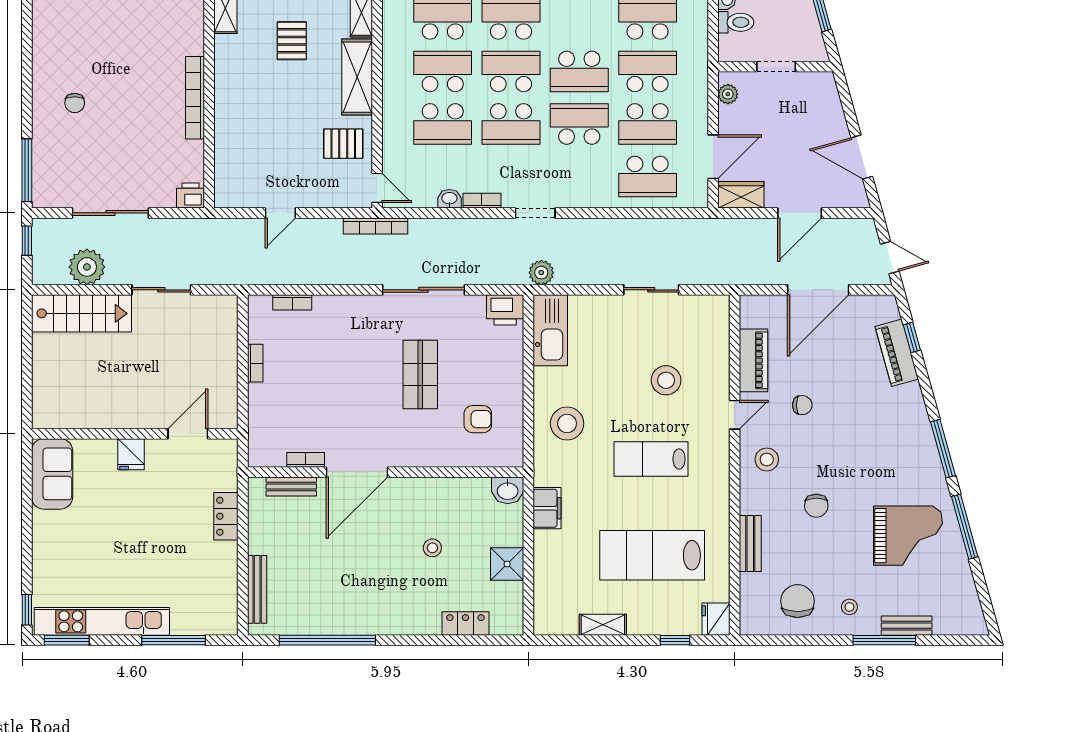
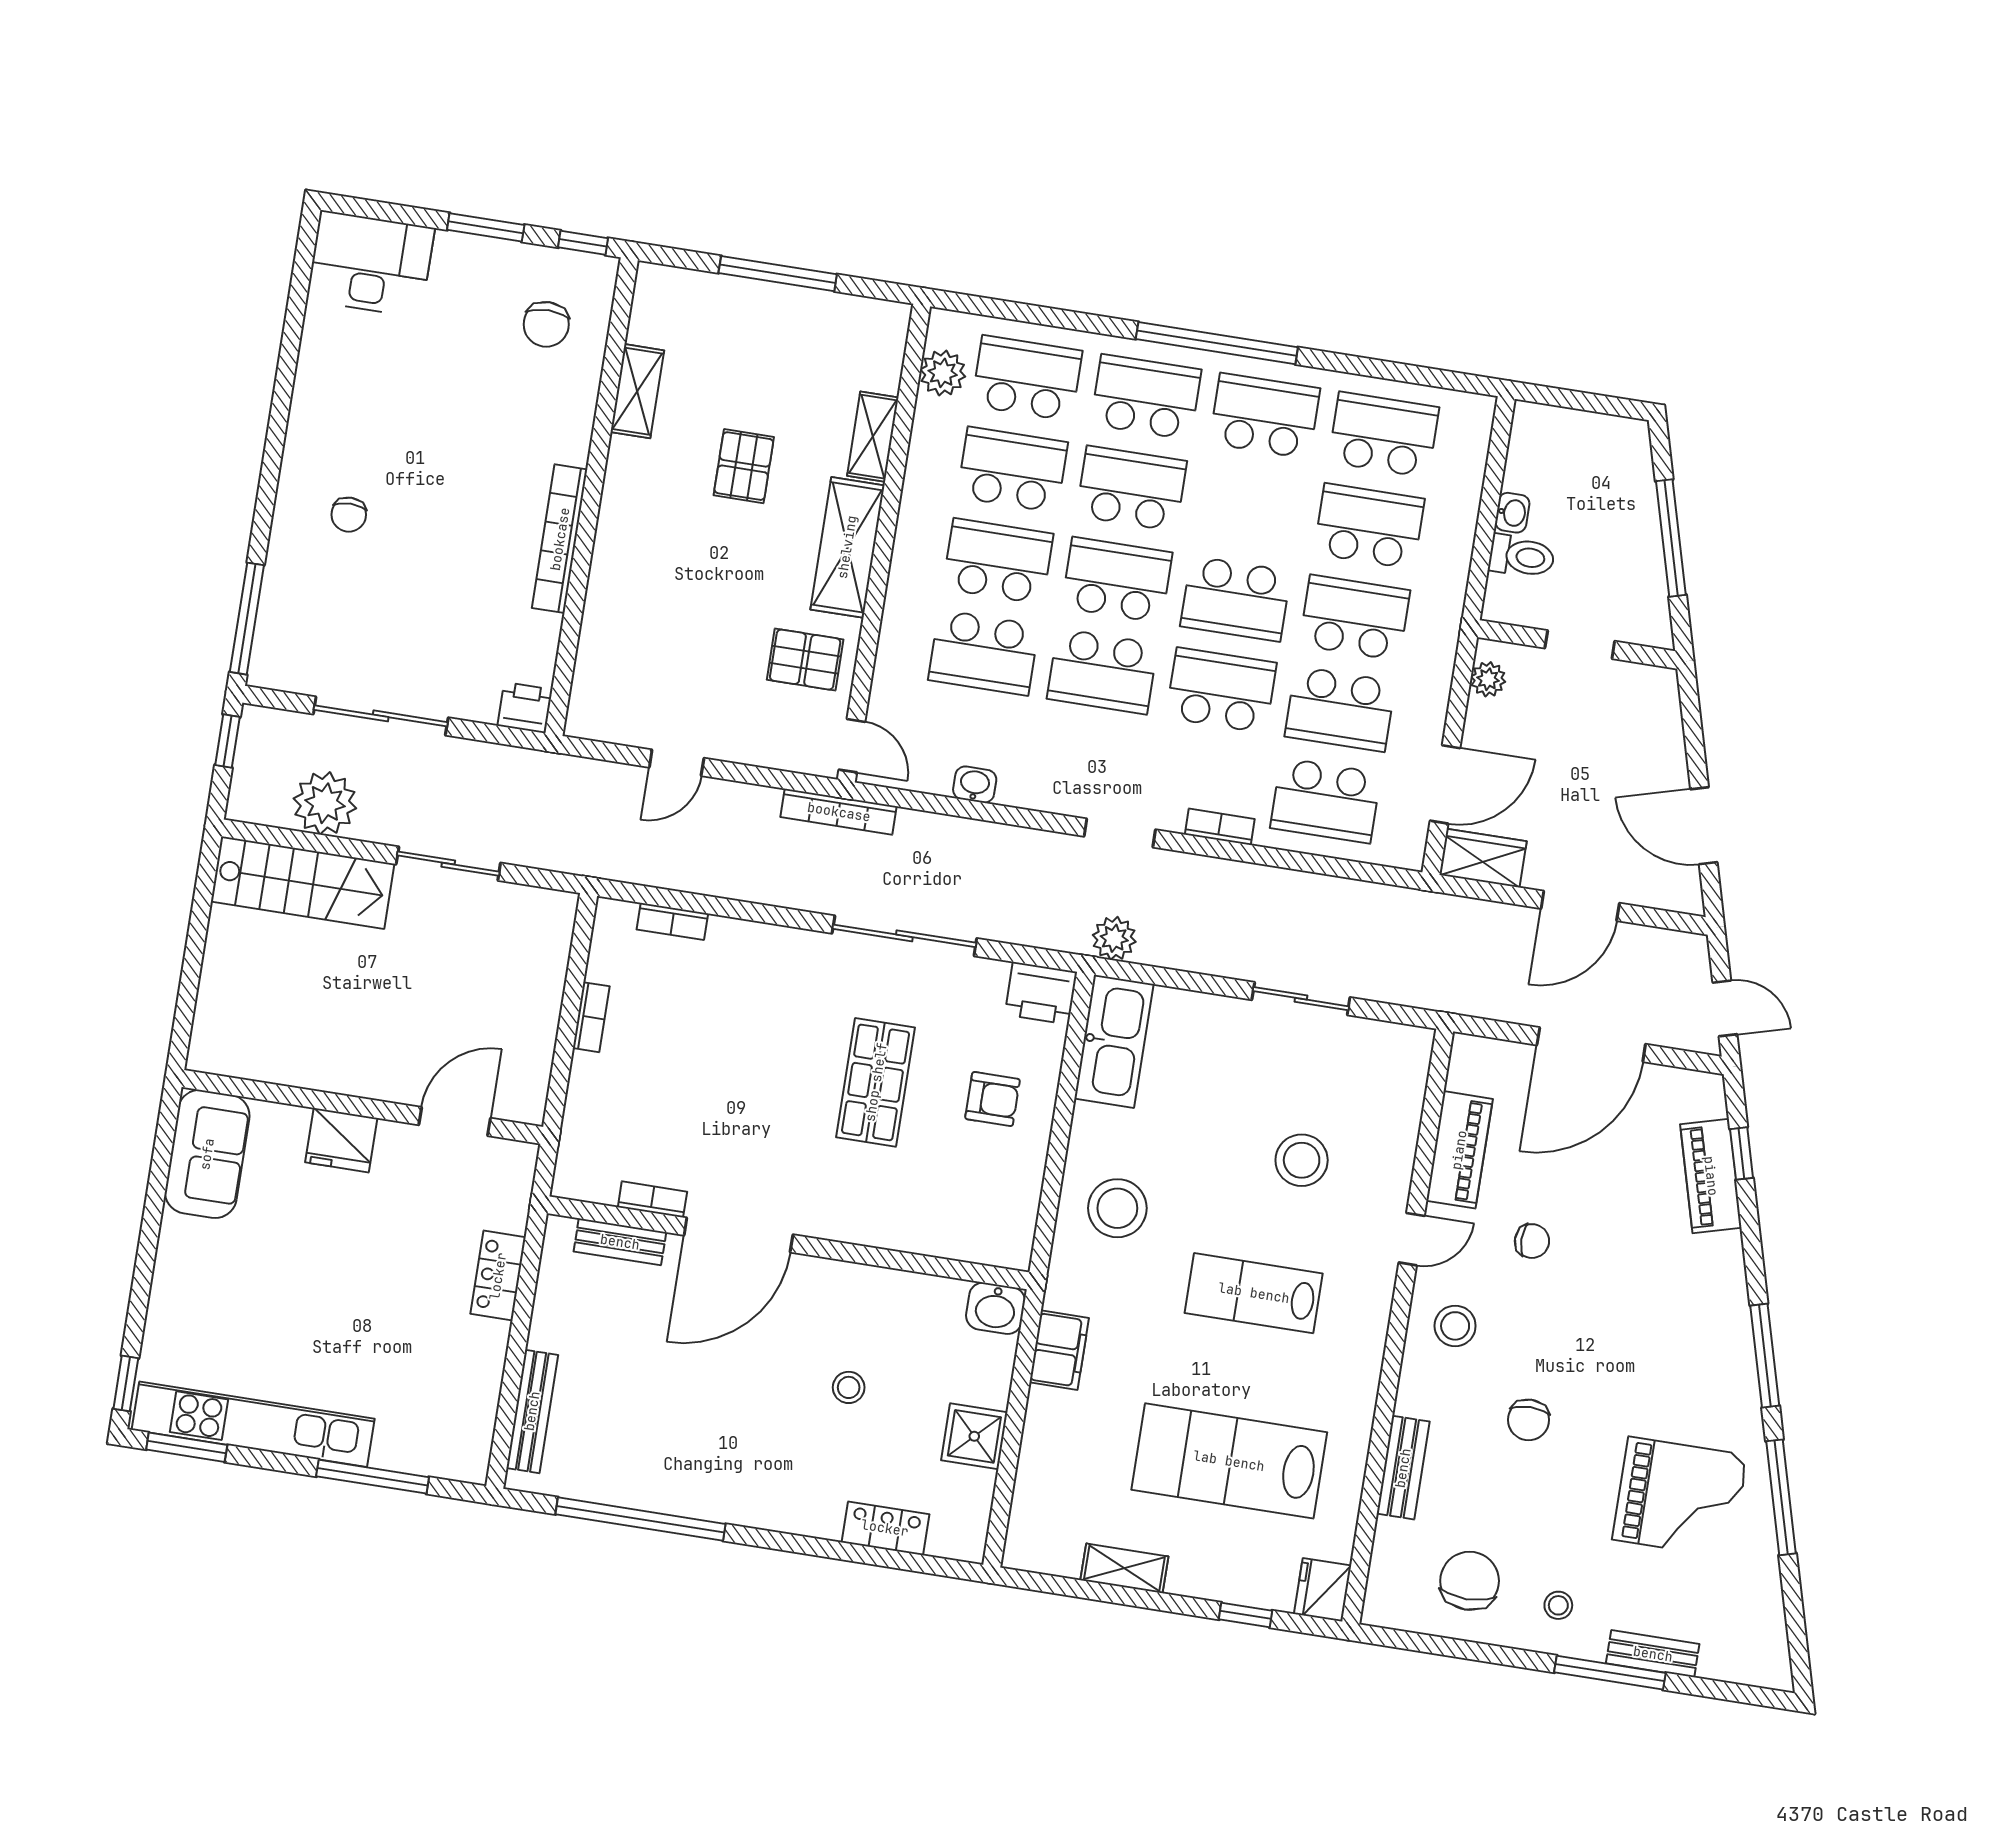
bookcase: (482, 201) -> (1220, 827), moved
armchair: (478, 419) -> (992, 1099), moved
fridge: (131, 454) -> (341, 1140), width x1.38

